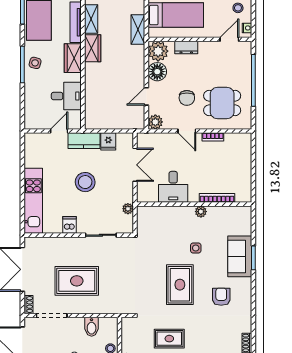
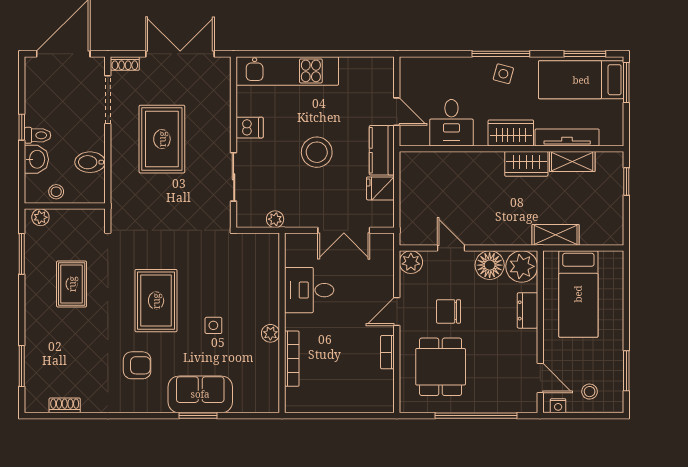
rug: (180, 285) -> (156, 301), turned 90

